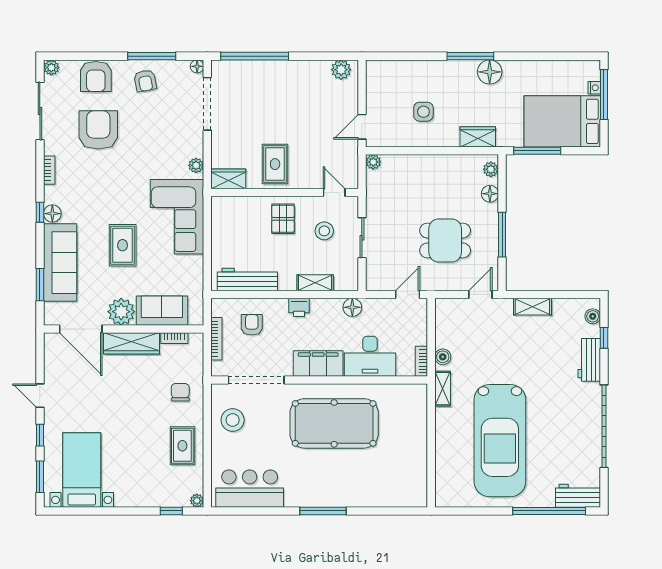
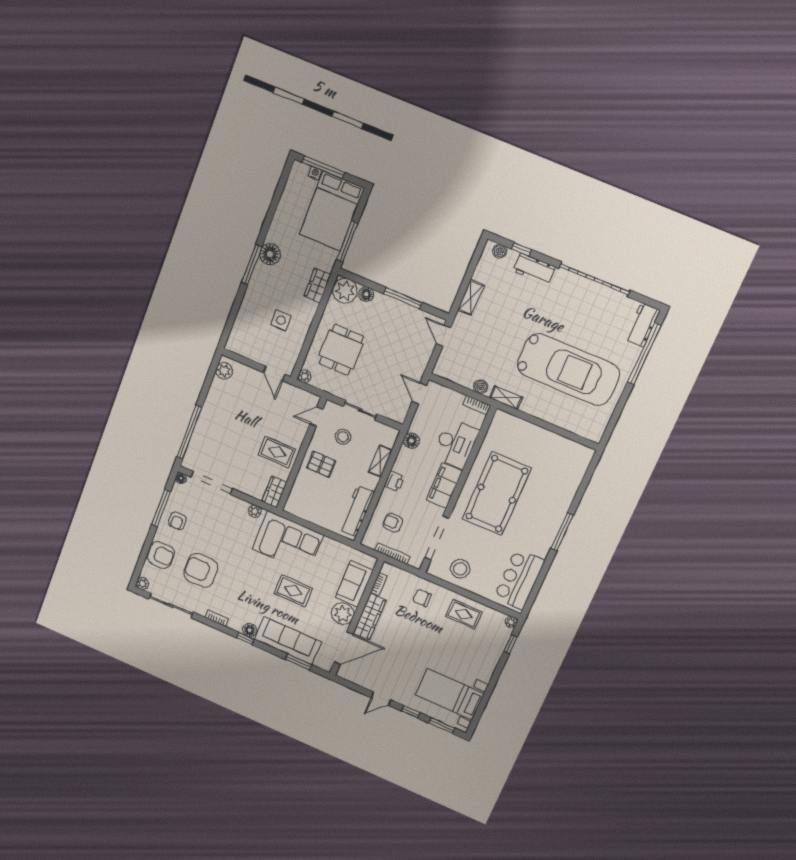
armchair: (145, 81) -> (177, 521), turned 101
plant: (491, 169) -> (345, 291), width x1.88, depth x1.88
dining table: (445, 240) -> (341, 350), moved

